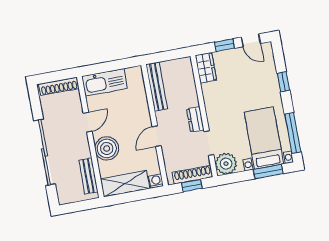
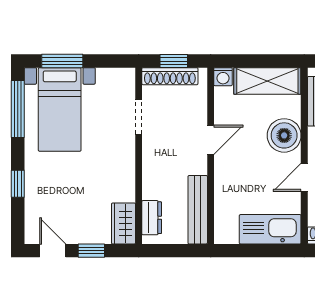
dresser: (195, 119) -> (152, 218), moved
plant: (226, 164) -> (120, 83), removed

